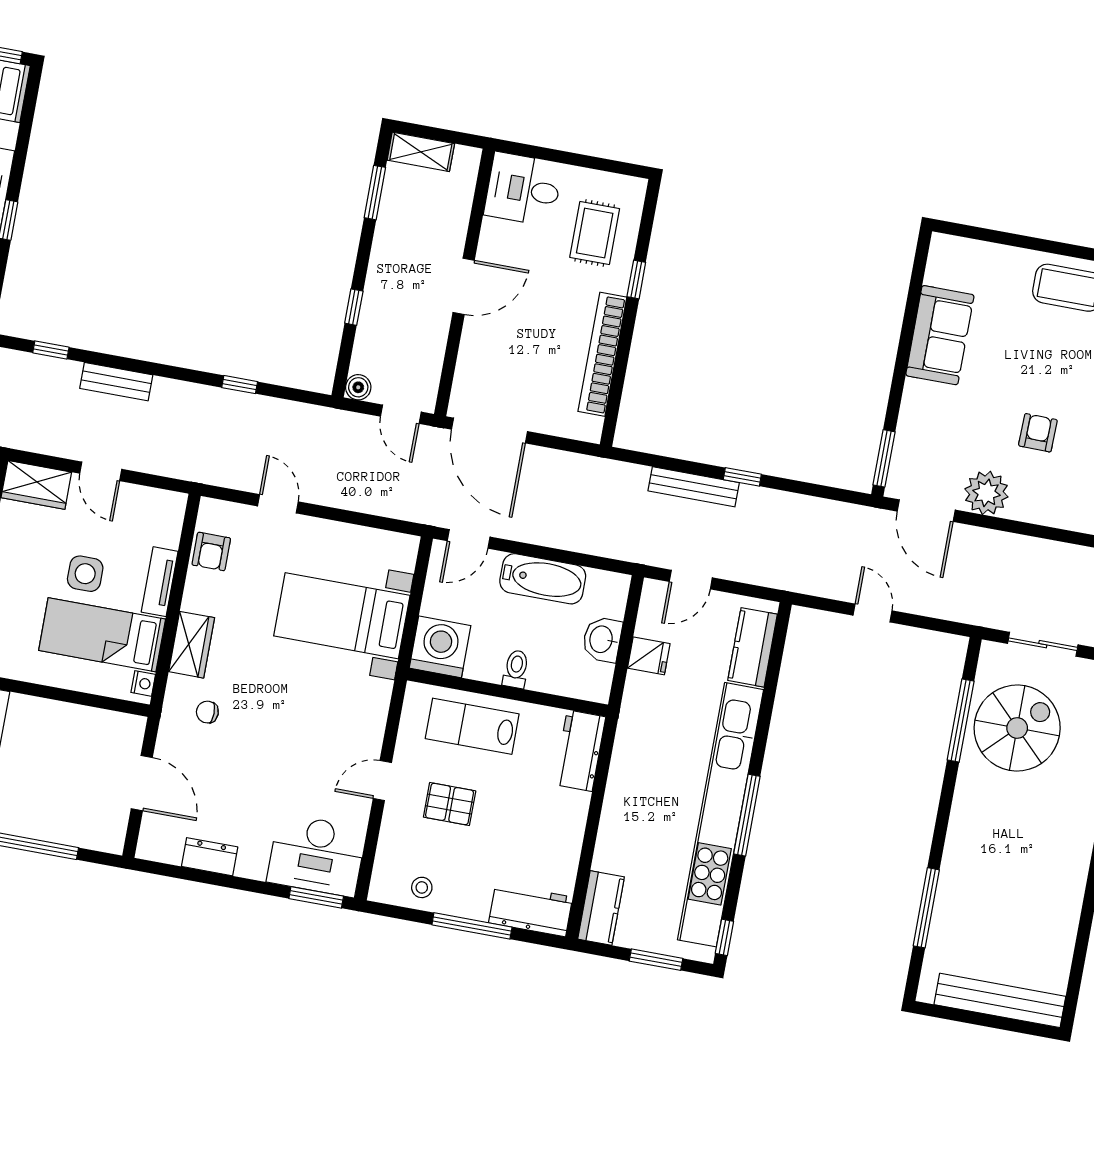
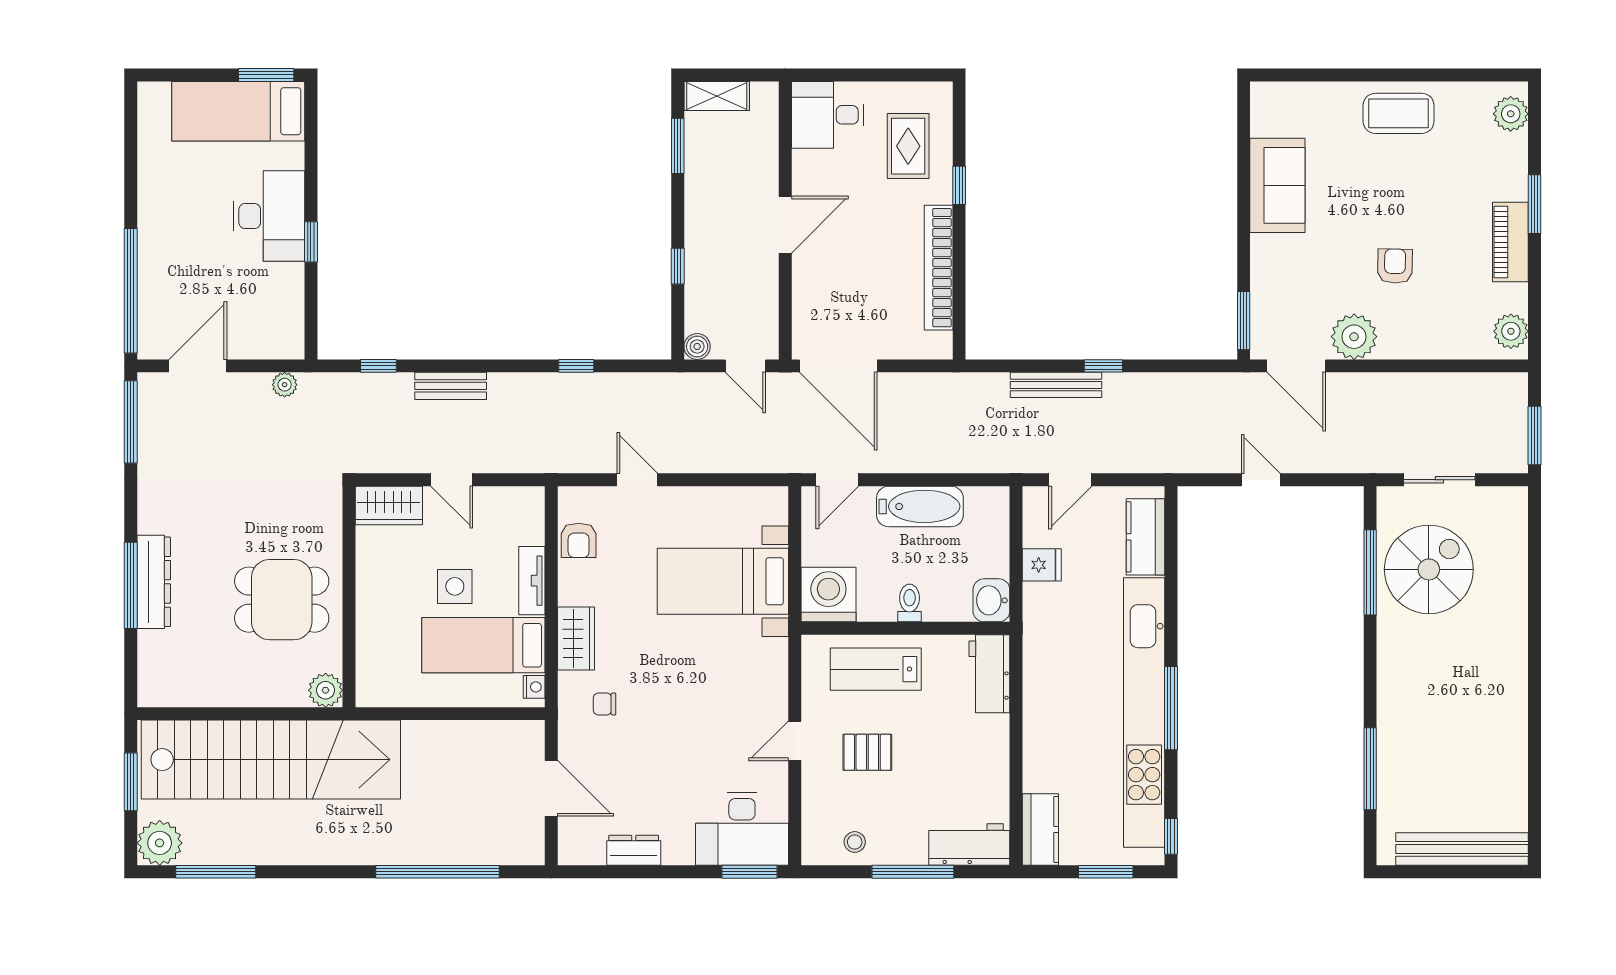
washbasin: (602, 639) -> (991, 600), moved

